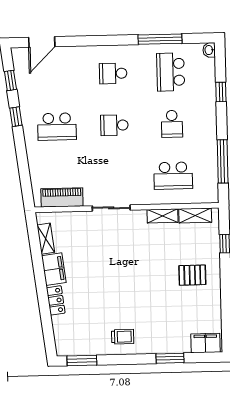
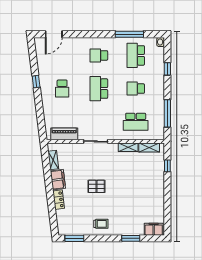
window: (10, 80) -> (33, 58), removed
school desk: (172, 124) -> (136, 89), turned 90
school desk: (114, 125) -> (99, 89), width x1.85
school desk: (57, 127) -> (62, 89), width x0.54
pallet: (192, 275) -> (96, 186), moved

